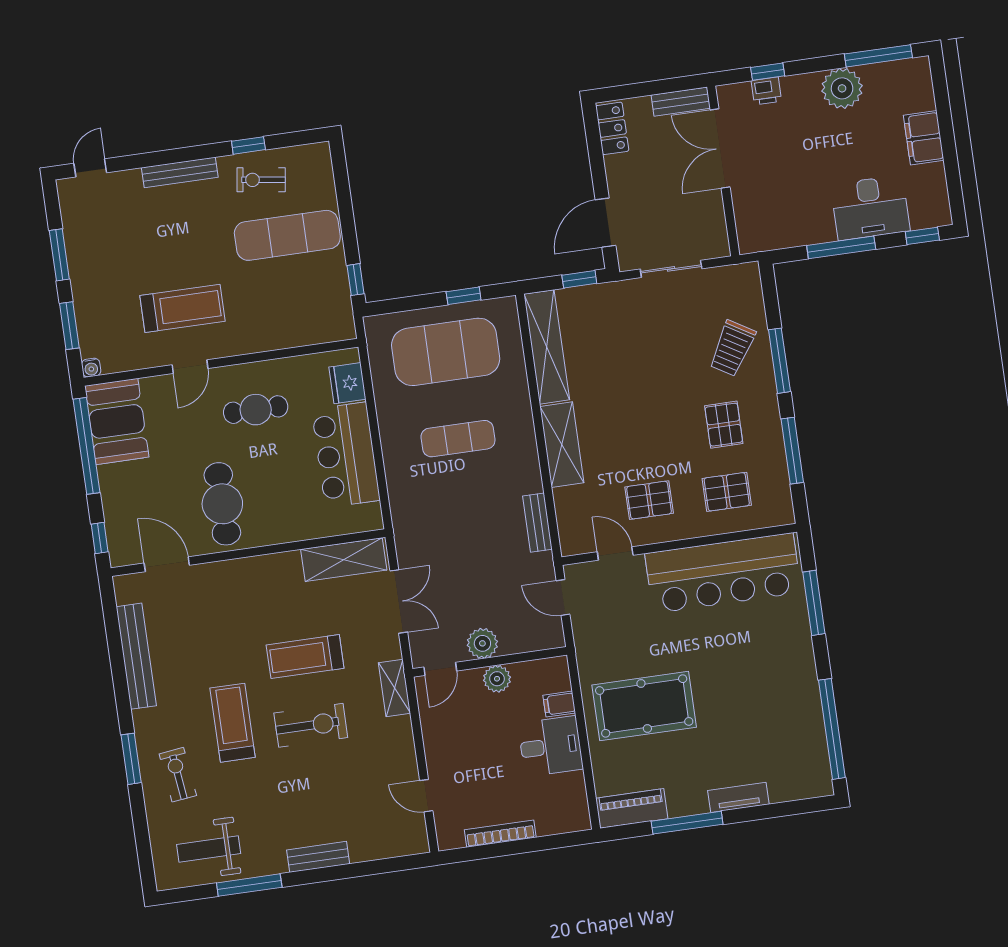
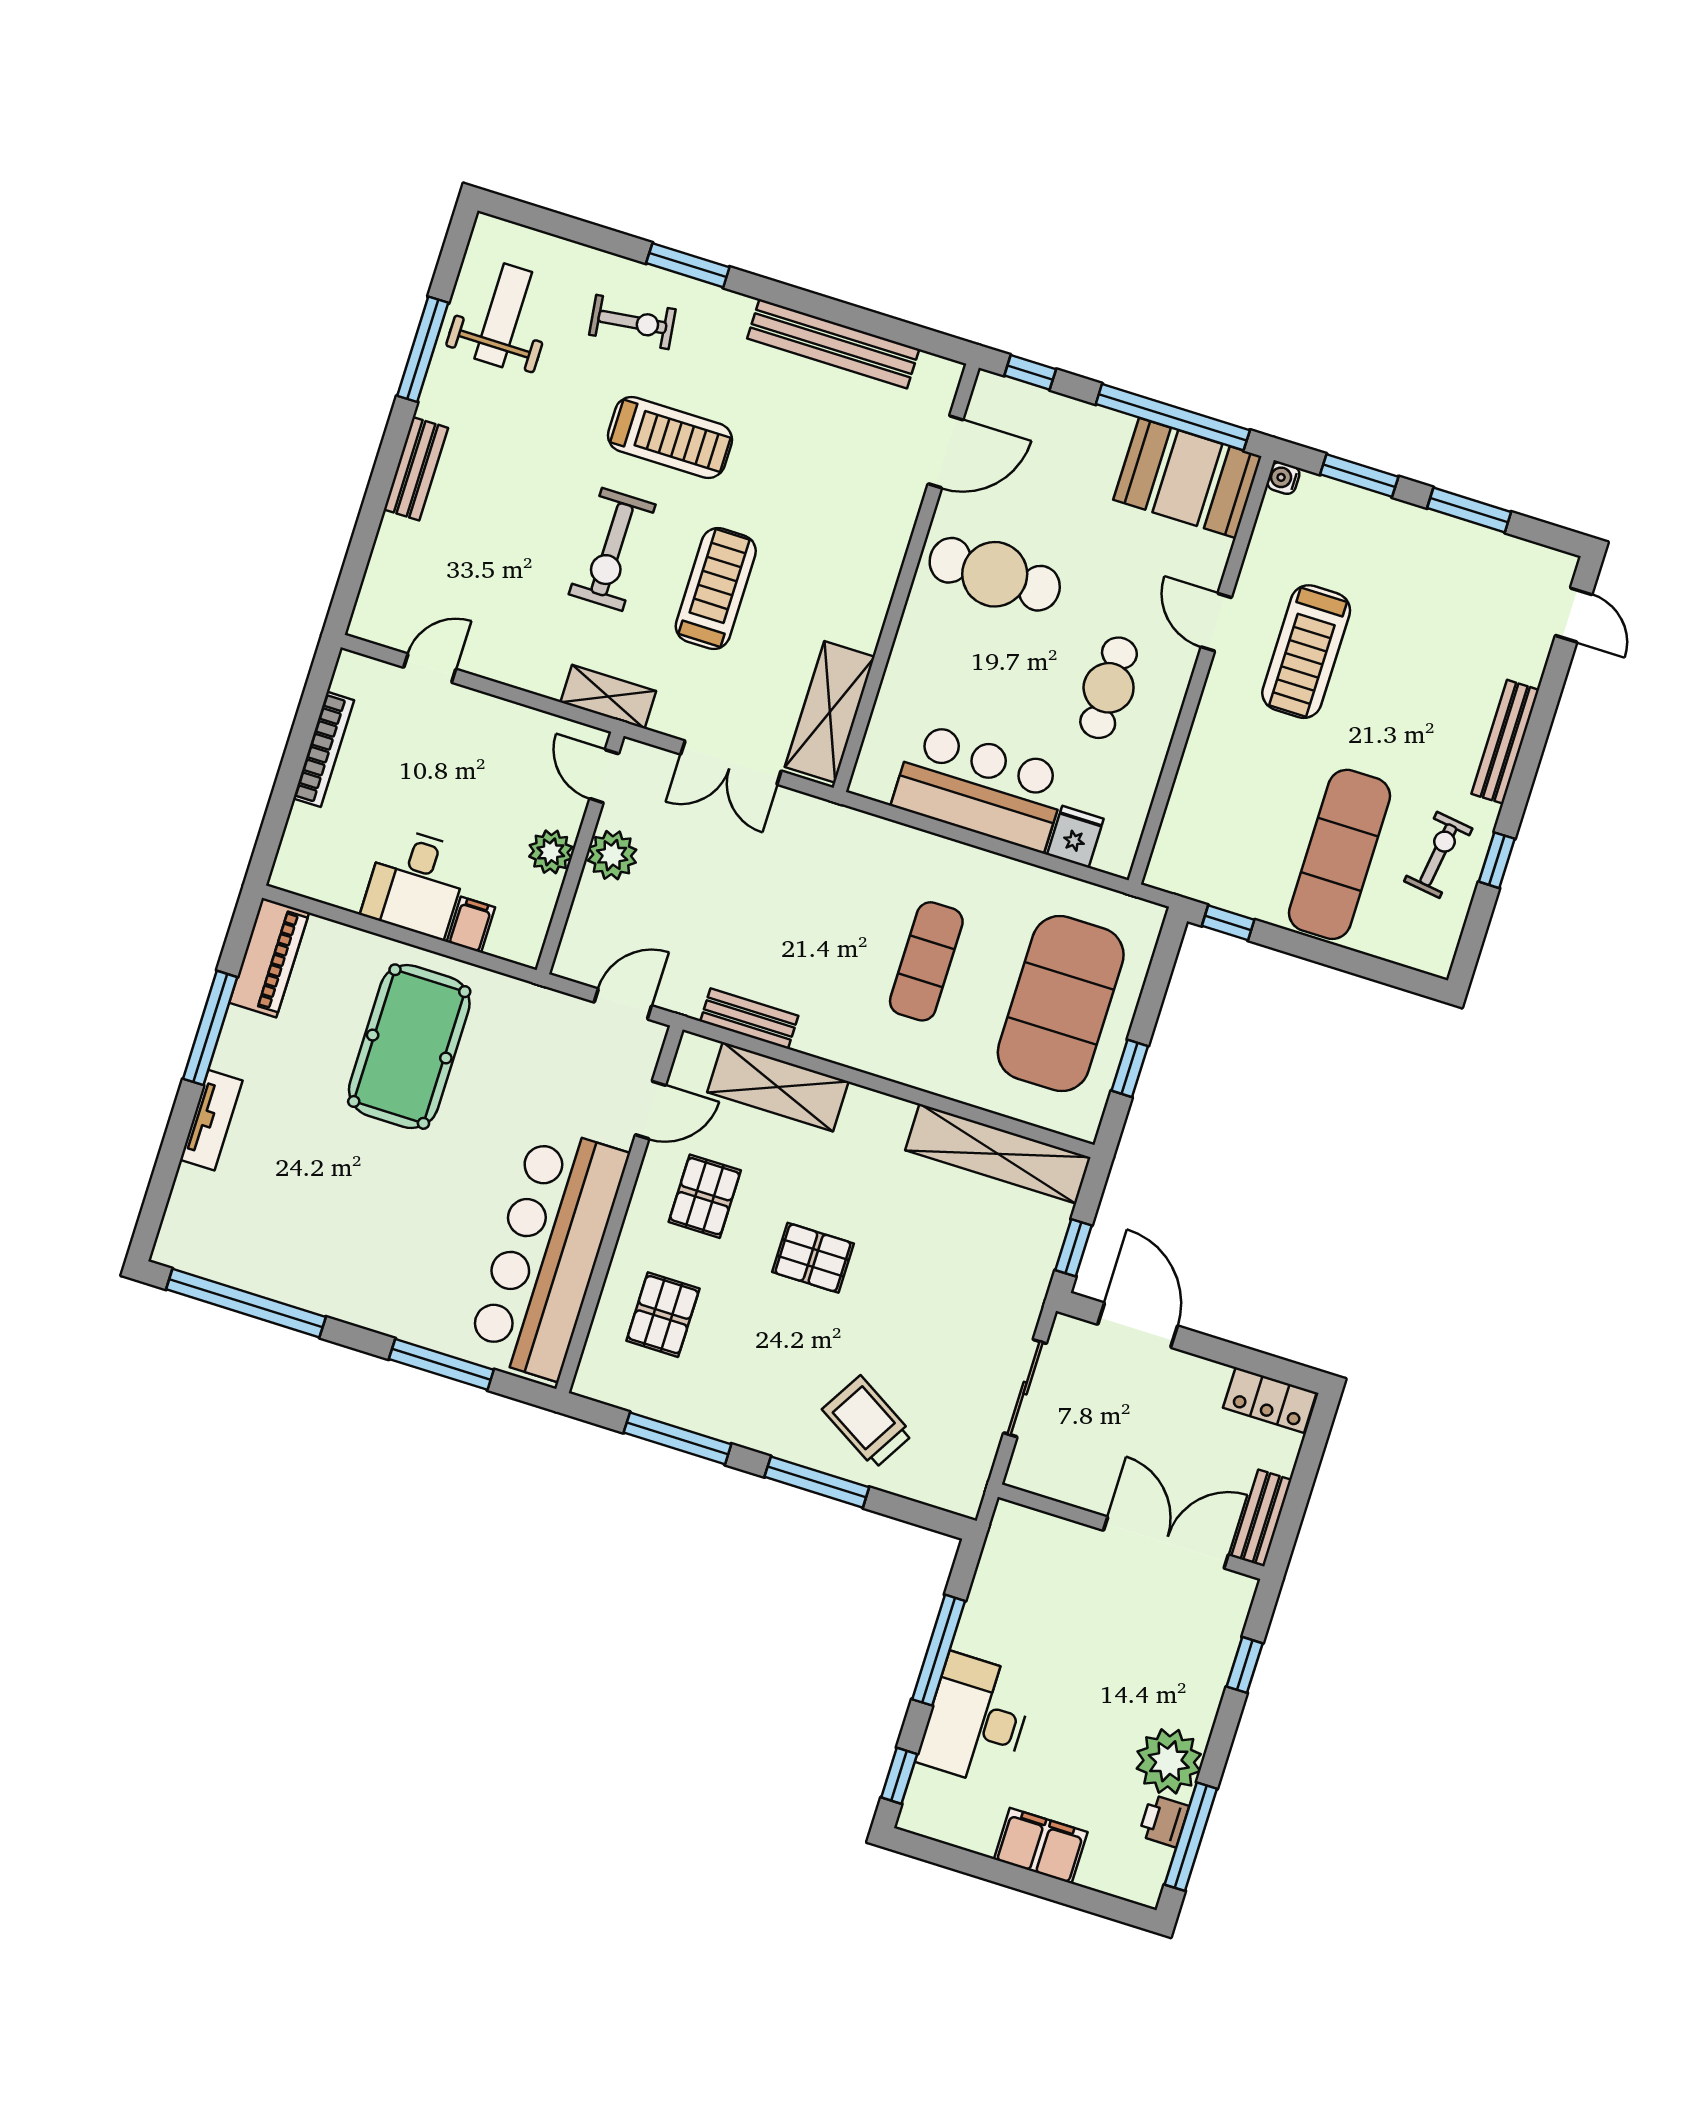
printer: (766, 91) -> (1164, 1821), moved
fridge: (347, 383) -> (1075, 837), width x0.72
pallet: (724, 425) -> (813, 1258), moved
shelving: (562, 445) -> (778, 1087), moved

